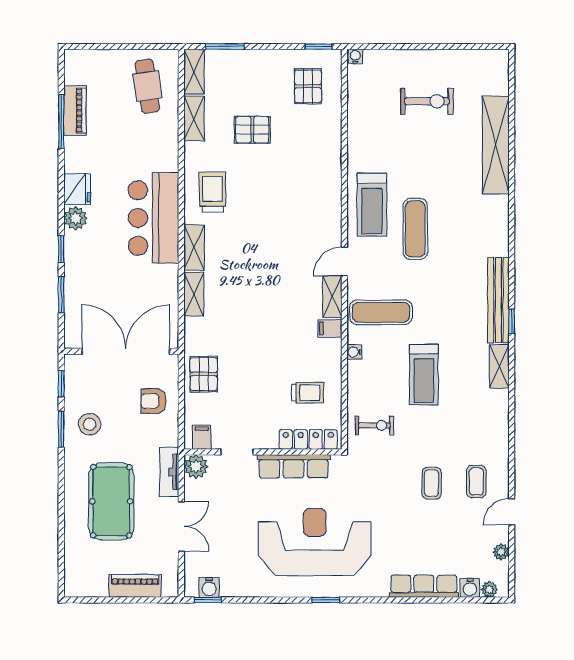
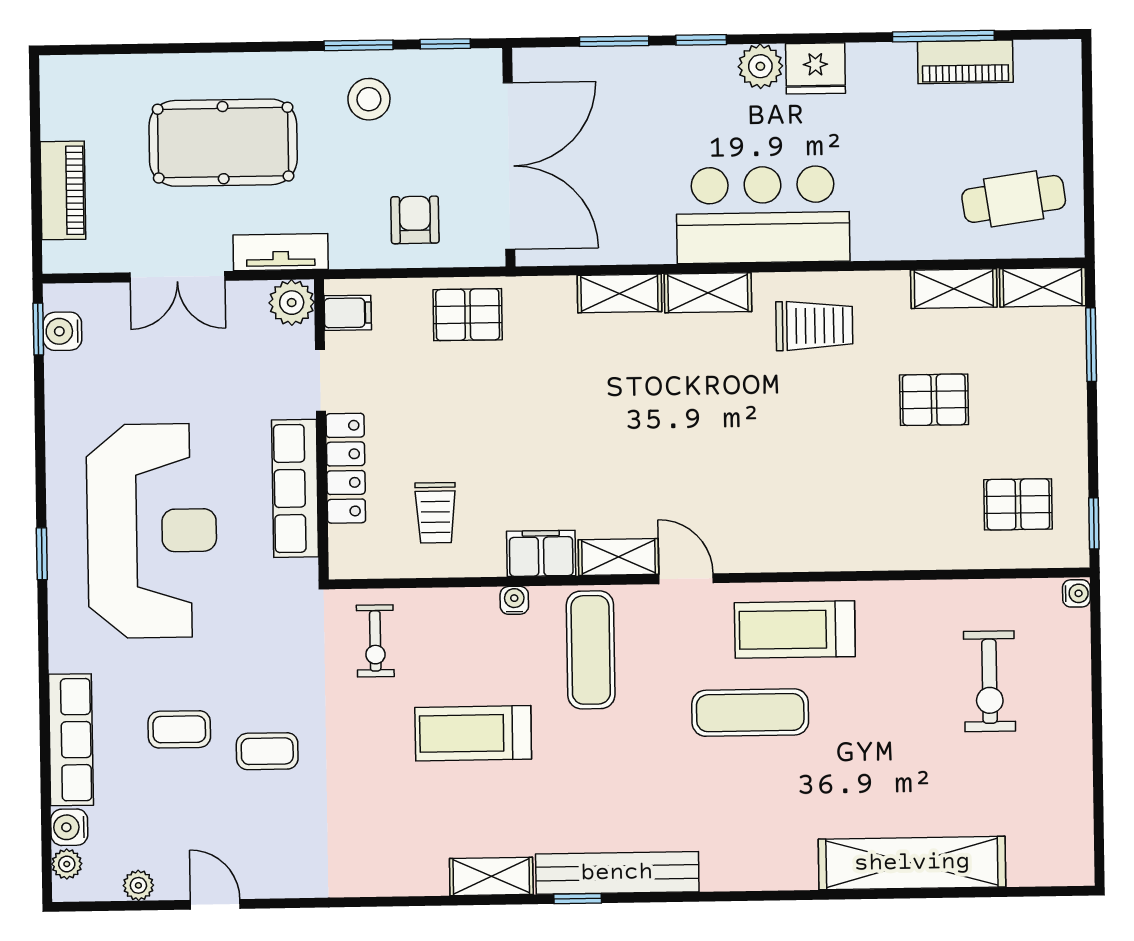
exercise bike: (427, 101) -> (990, 681), moved
pallet: (252, 130) -> (934, 400), turned 90
filing cabinet: (330, 328) -> (541, 553), width x2.00
locker: (308, 439) -> (346, 468), moved
coffee table: (476, 481) -> (179, 729), moved

